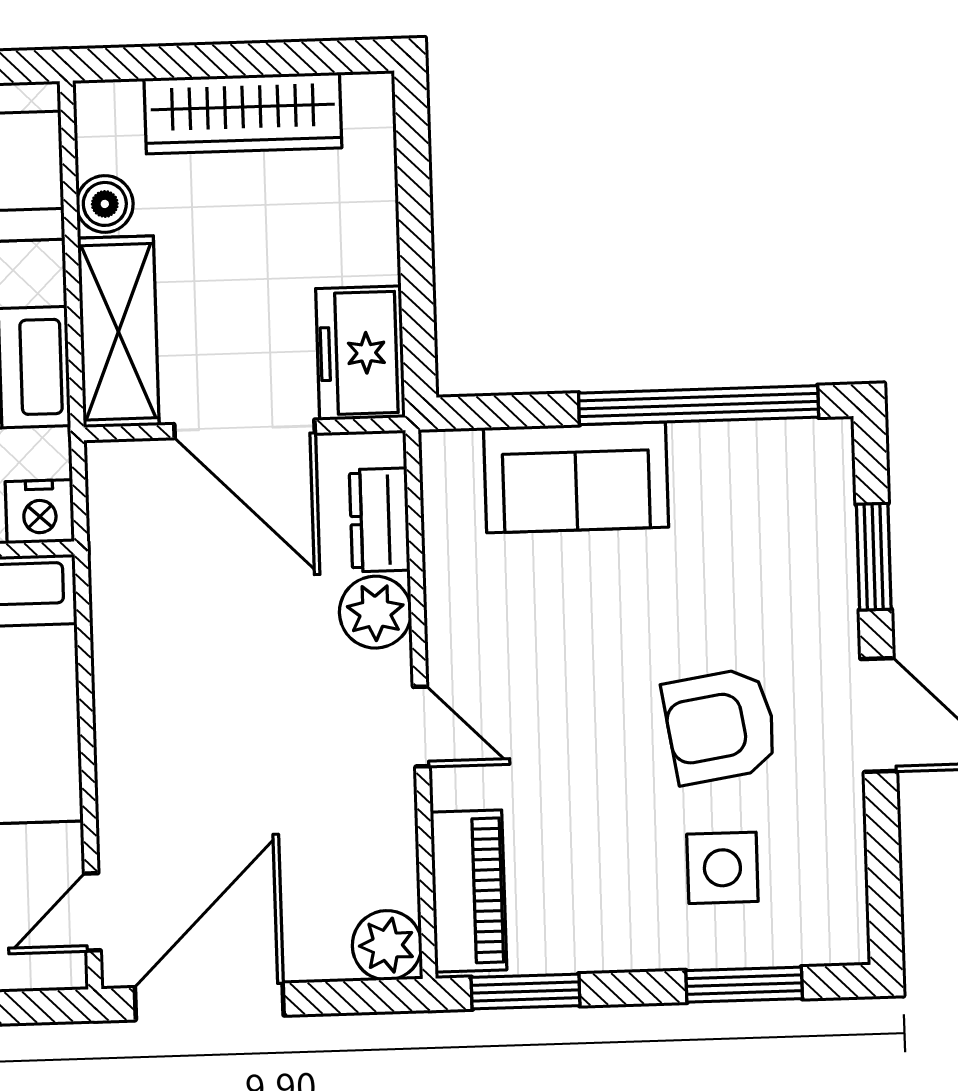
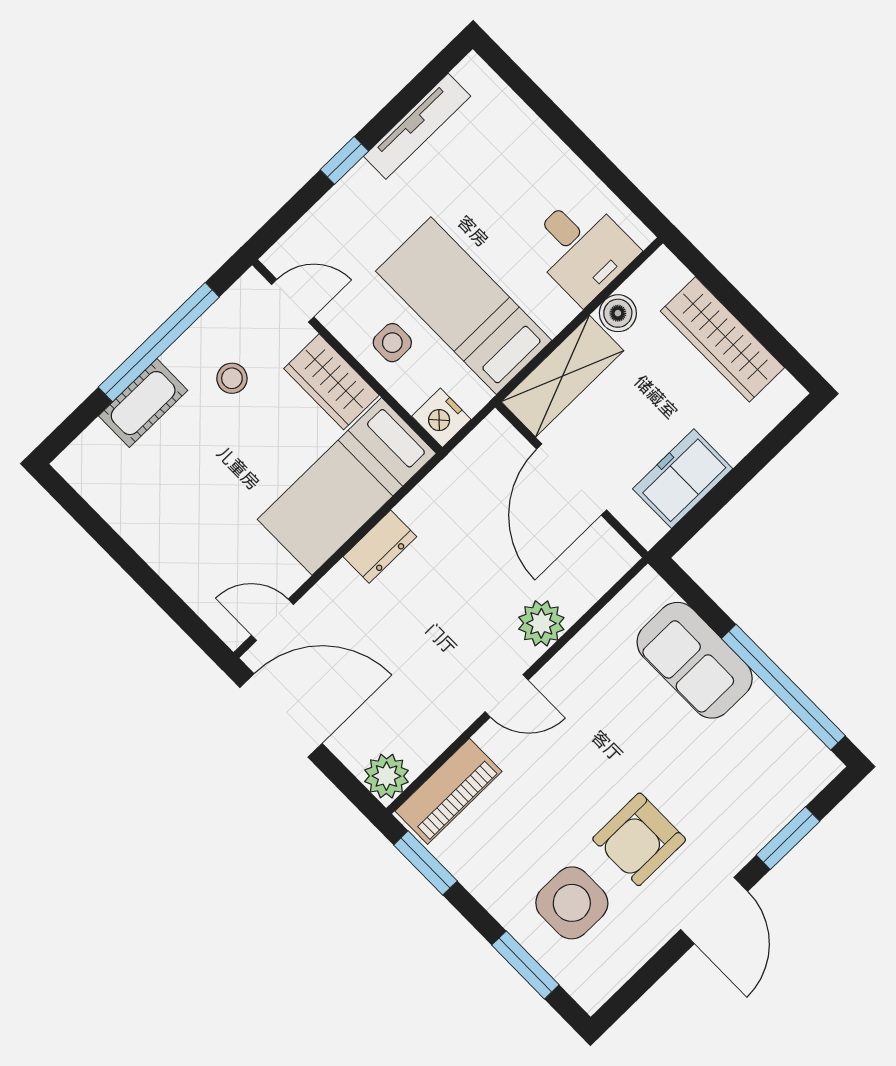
freezer: (360, 353) -> (683, 479), moved
dresser: (380, 520) -> (380, 547), moved, turned 180
door: (421, 726) -> (507, 696), hinge flipped
armchair: (721, 726) -> (639, 839), turned -81
side table: (722, 868) -> (572, 903), width x1.37, depth x1.37

